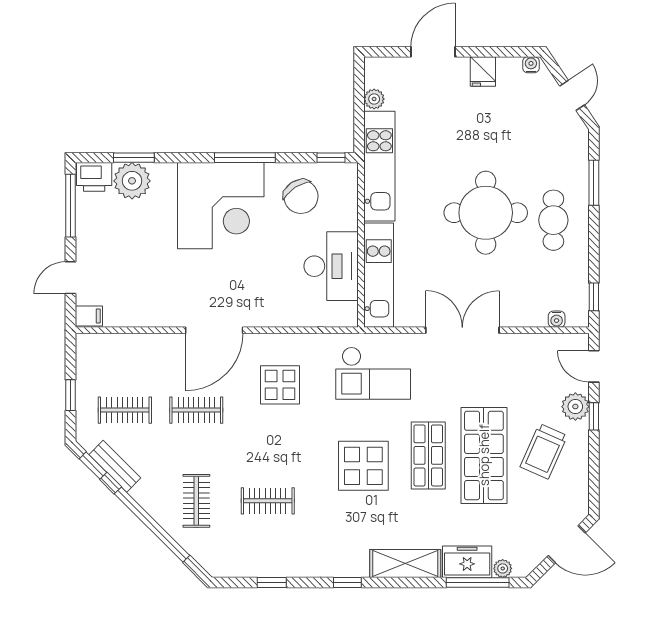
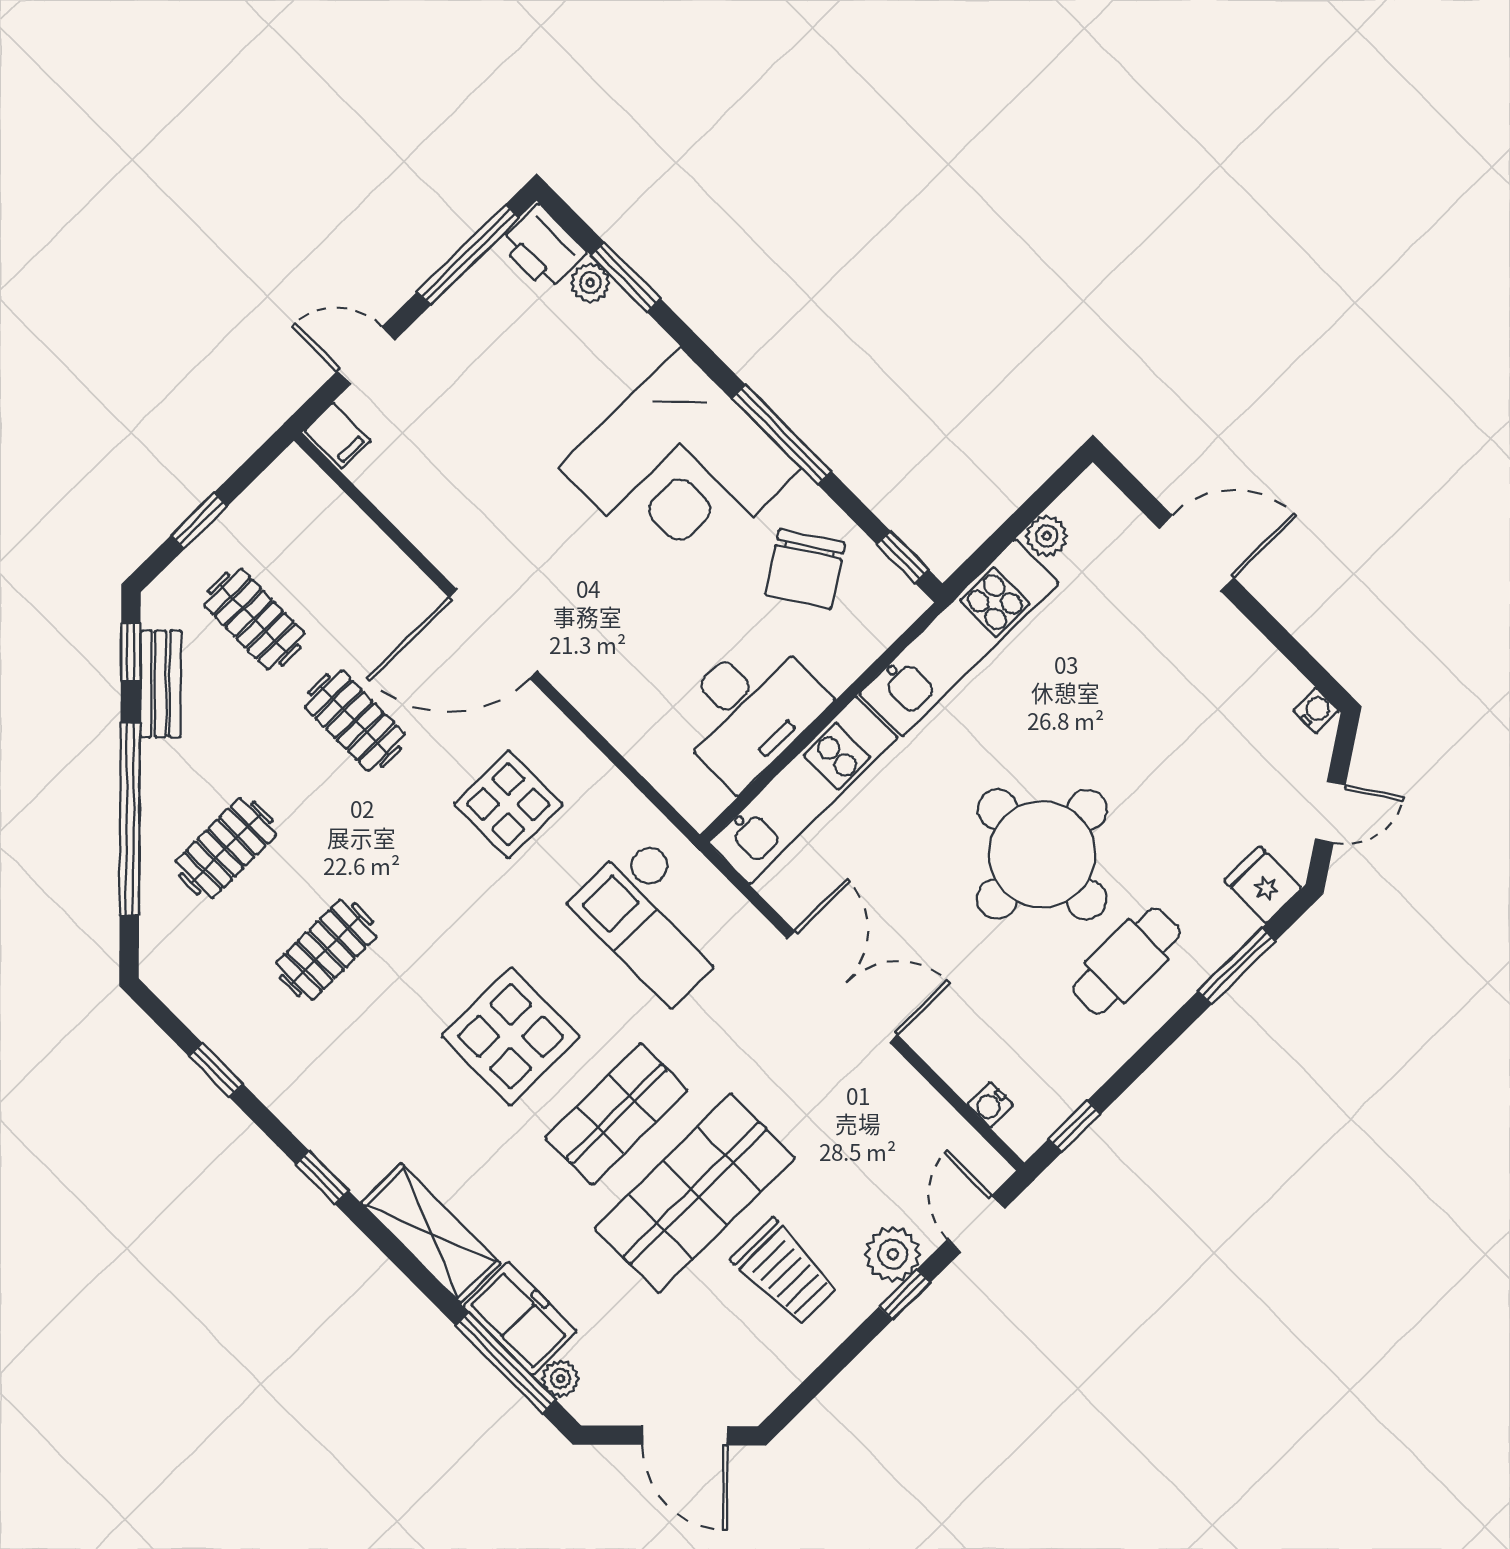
fridge: (483, 72) -> (1263, 885), moved, turned 90
plant: (132, 181) -> (590, 283), width x0.53, depth x0.53
trolley: (544, 451) -> (785, 1272), turned -114
clothes rail: (268, 501) -> (326, 950), turned 90

